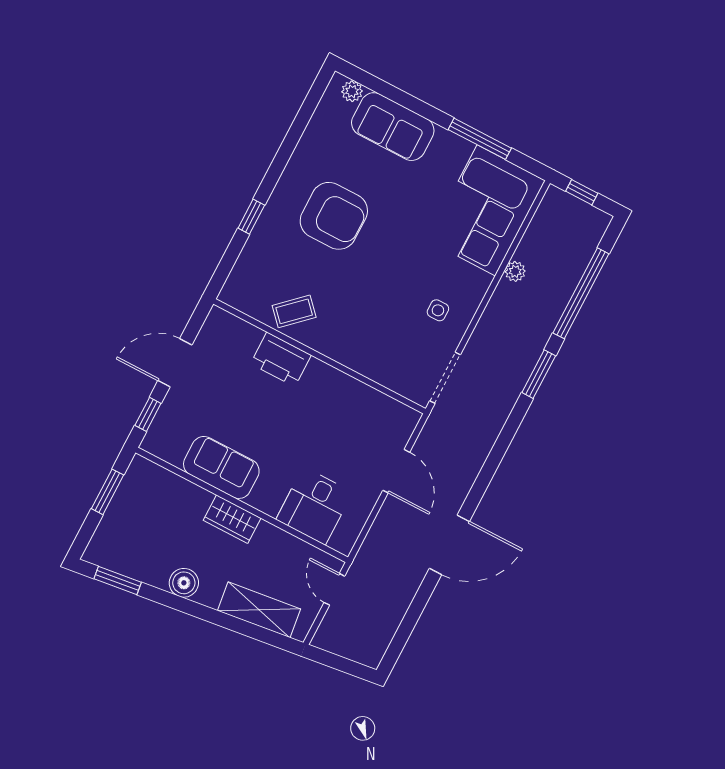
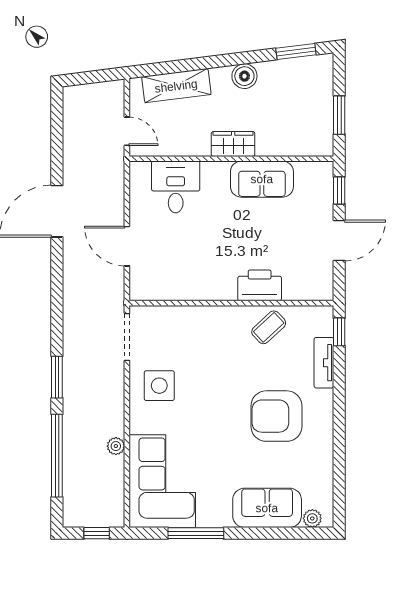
window: (251, 217) -> (339, 332), moved
tv unit: (256, 245) -> (324, 363), added
side table: (438, 310) -> (159, 386), width x1.87, depth x1.87

